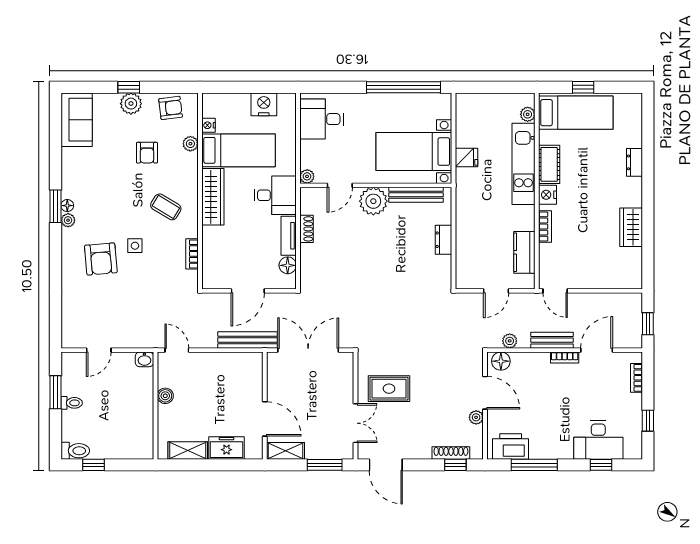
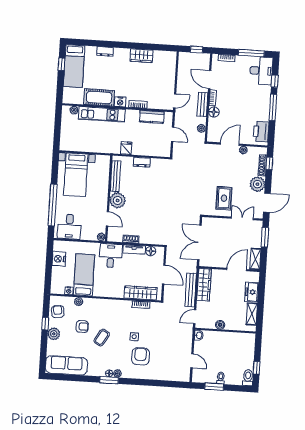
window: (129, 87) -> (45, 324), moved
window: (404, 87) -> (53, 205), moved
window: (583, 87) -> (62, 64), moved
bed: (576, 113) -> (74, 66), moved, turned 180
sofa: (77, 120) -> (66, 365), width x1.36
bed with nightstands: (414, 152) -> (76, 175), moved
fridge: (466, 158) -> (126, 148), moved
cot: (549, 164) -> (99, 97), width x1.37, depth x1.34
wardrobe: (213, 197) -> (141, 293), moved
coffee table: (166, 207) -> (102, 338), moved
armchair: (101, 259) -> (141, 356), turned -85
bench: (247, 340) -> (191, 290), moved
floor lamp: (501, 361) -> (214, 112), moved
wardrobe: (234, 363) -> (204, 285), added
window: (648, 421) -> (251, 53), width x2.17
desk: (598, 440) -> (261, 71), moved
plant: (417, 446) -> (257, 184), added
window: (534, 465) -> (273, 107), moved

